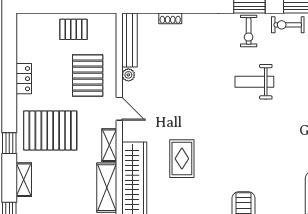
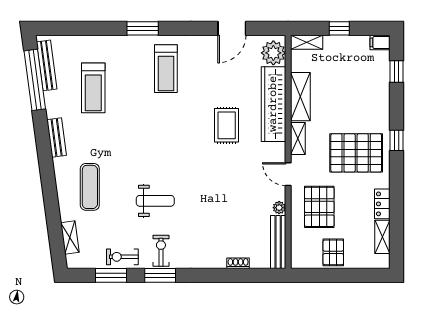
exercise bike: (288, 25) -> (122, 257), turned 180
pallet: (74, 29) -> (333, 252), turned 90
shelving: (24, 180) -> (382, 237), moved

